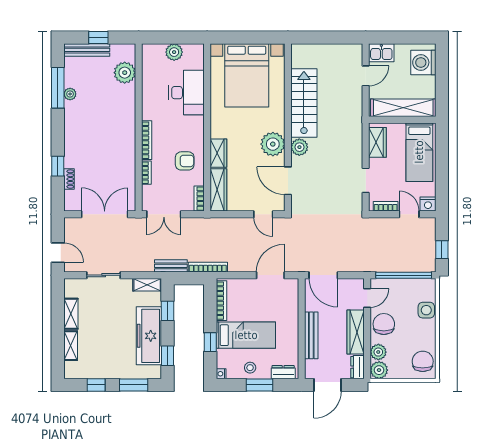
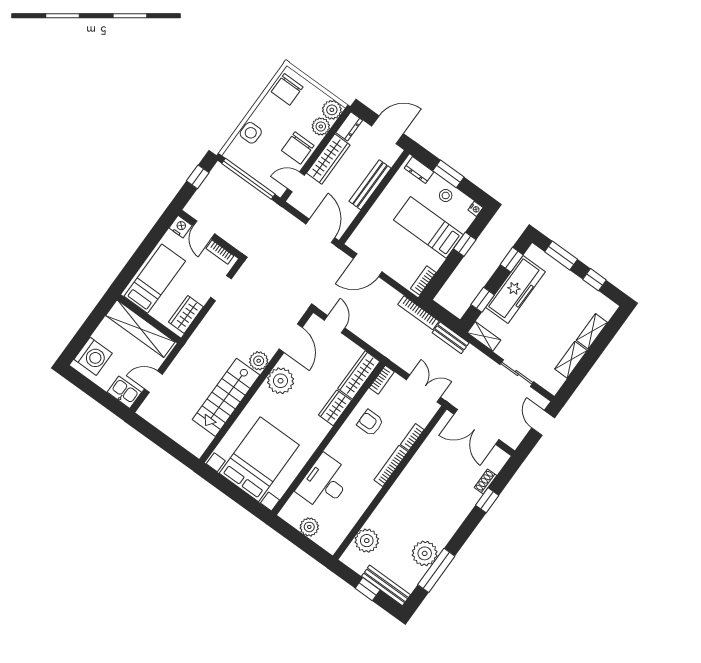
plant: (70, 94) -> (425, 553), width x1.88, depth x1.88
bookcase: (221, 301) -> (423, 280), width x0.64

